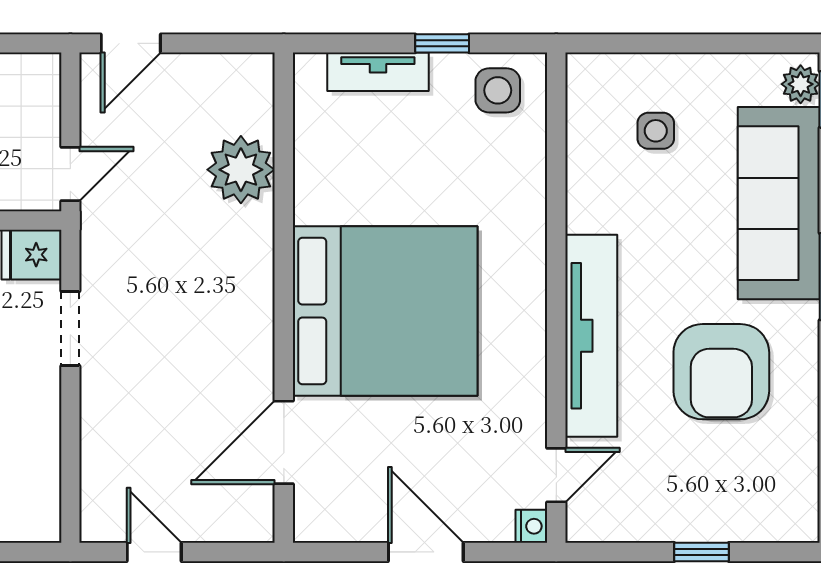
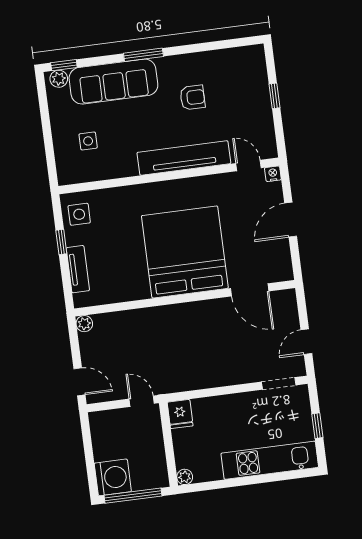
plant: (241, 170) -> (84, 324), moved, width x0.53, depth x0.53
doorway: (70, 329) -> (279, 383), moved
armchair: (721, 372) -> (192, 97), width x0.53, depth x0.53

